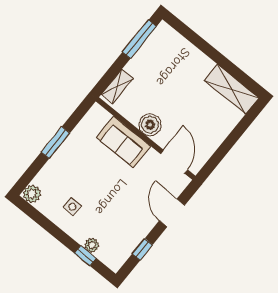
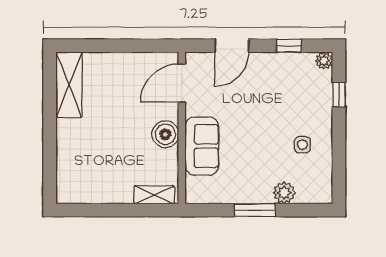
window: (139, 39) -> (93, 210), removed
plant: (32, 194) -> (284, 193), moved
plant: (92, 245) -> (324, 61), moved

